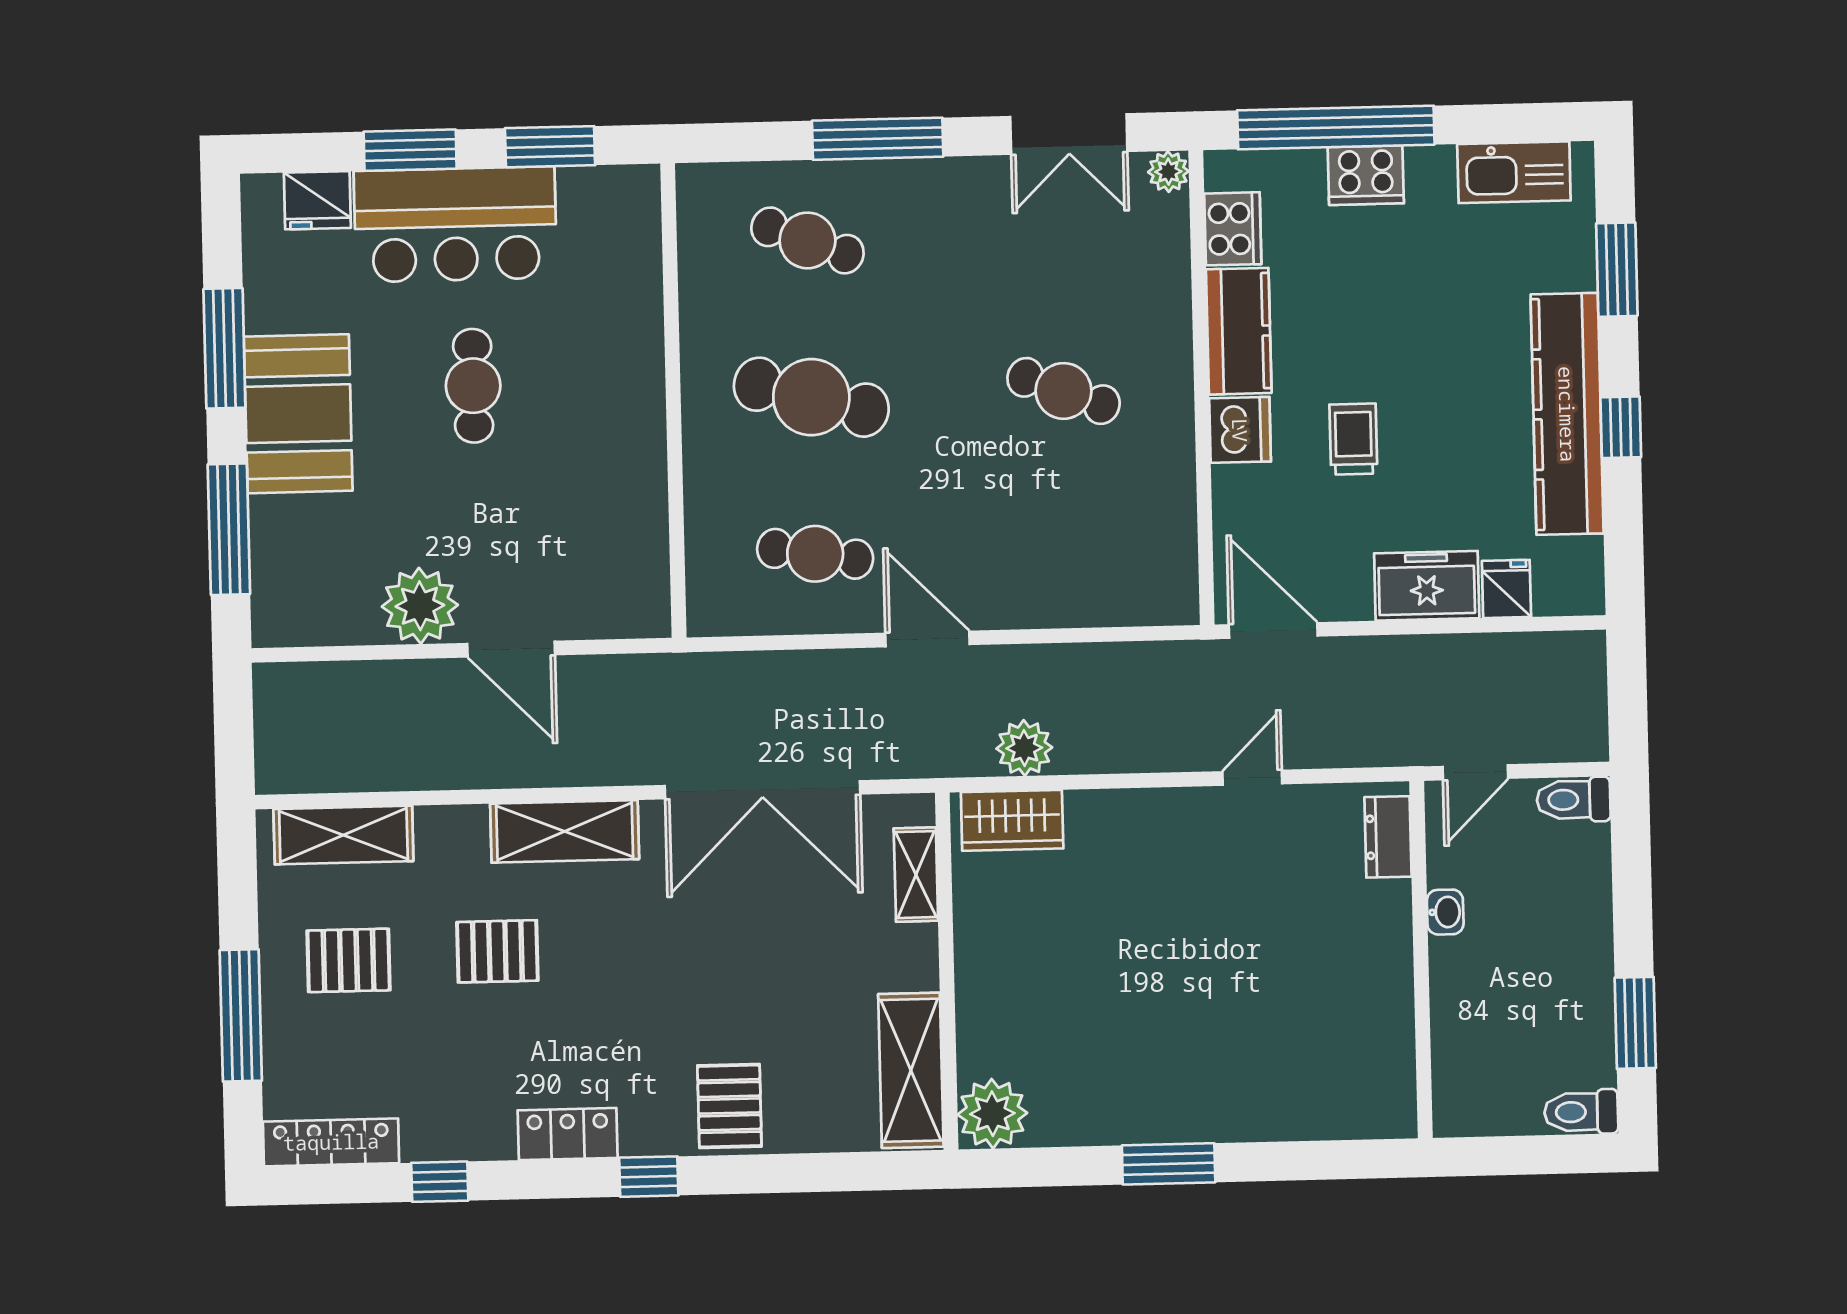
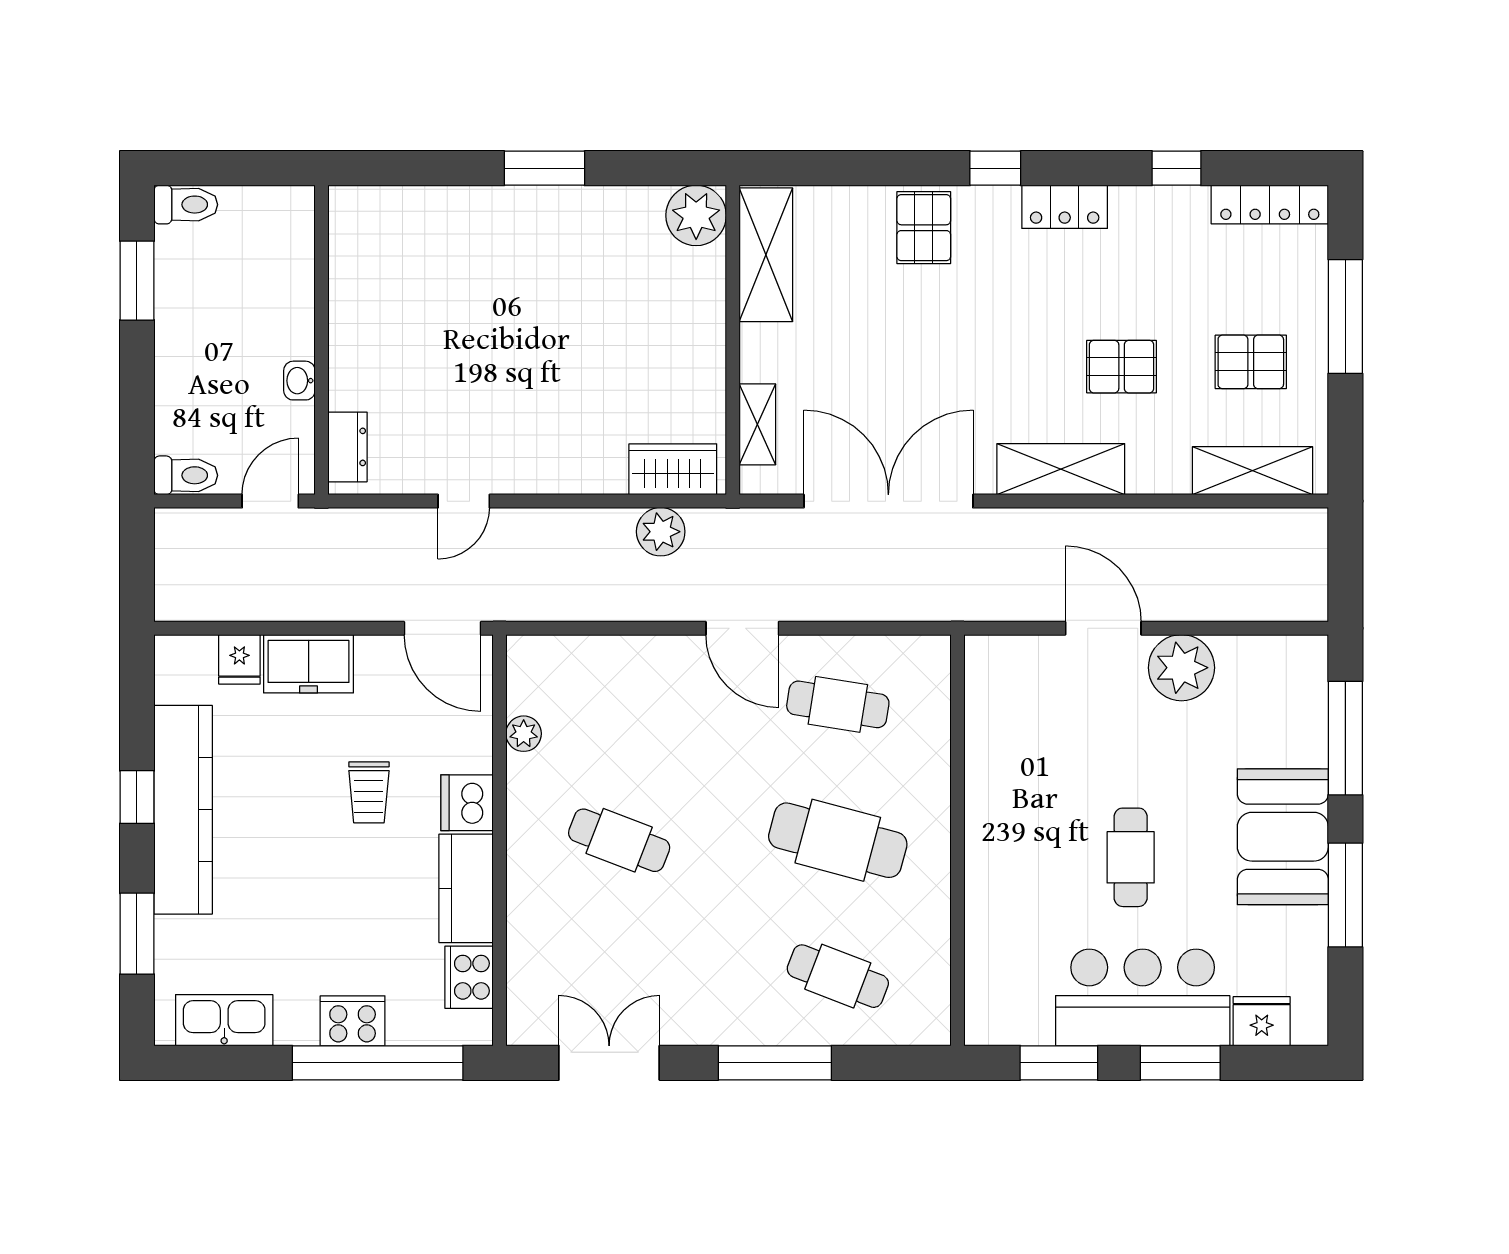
plant: (1168, 172) -> (524, 734), moved

